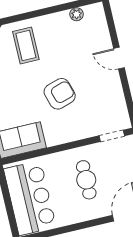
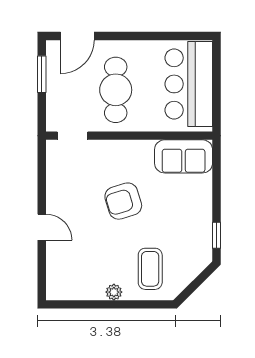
plant: (77, 14) -> (114, 292), moved
cafe table: (86, 180) -> (116, 90), width x1.37, depth x1.35

